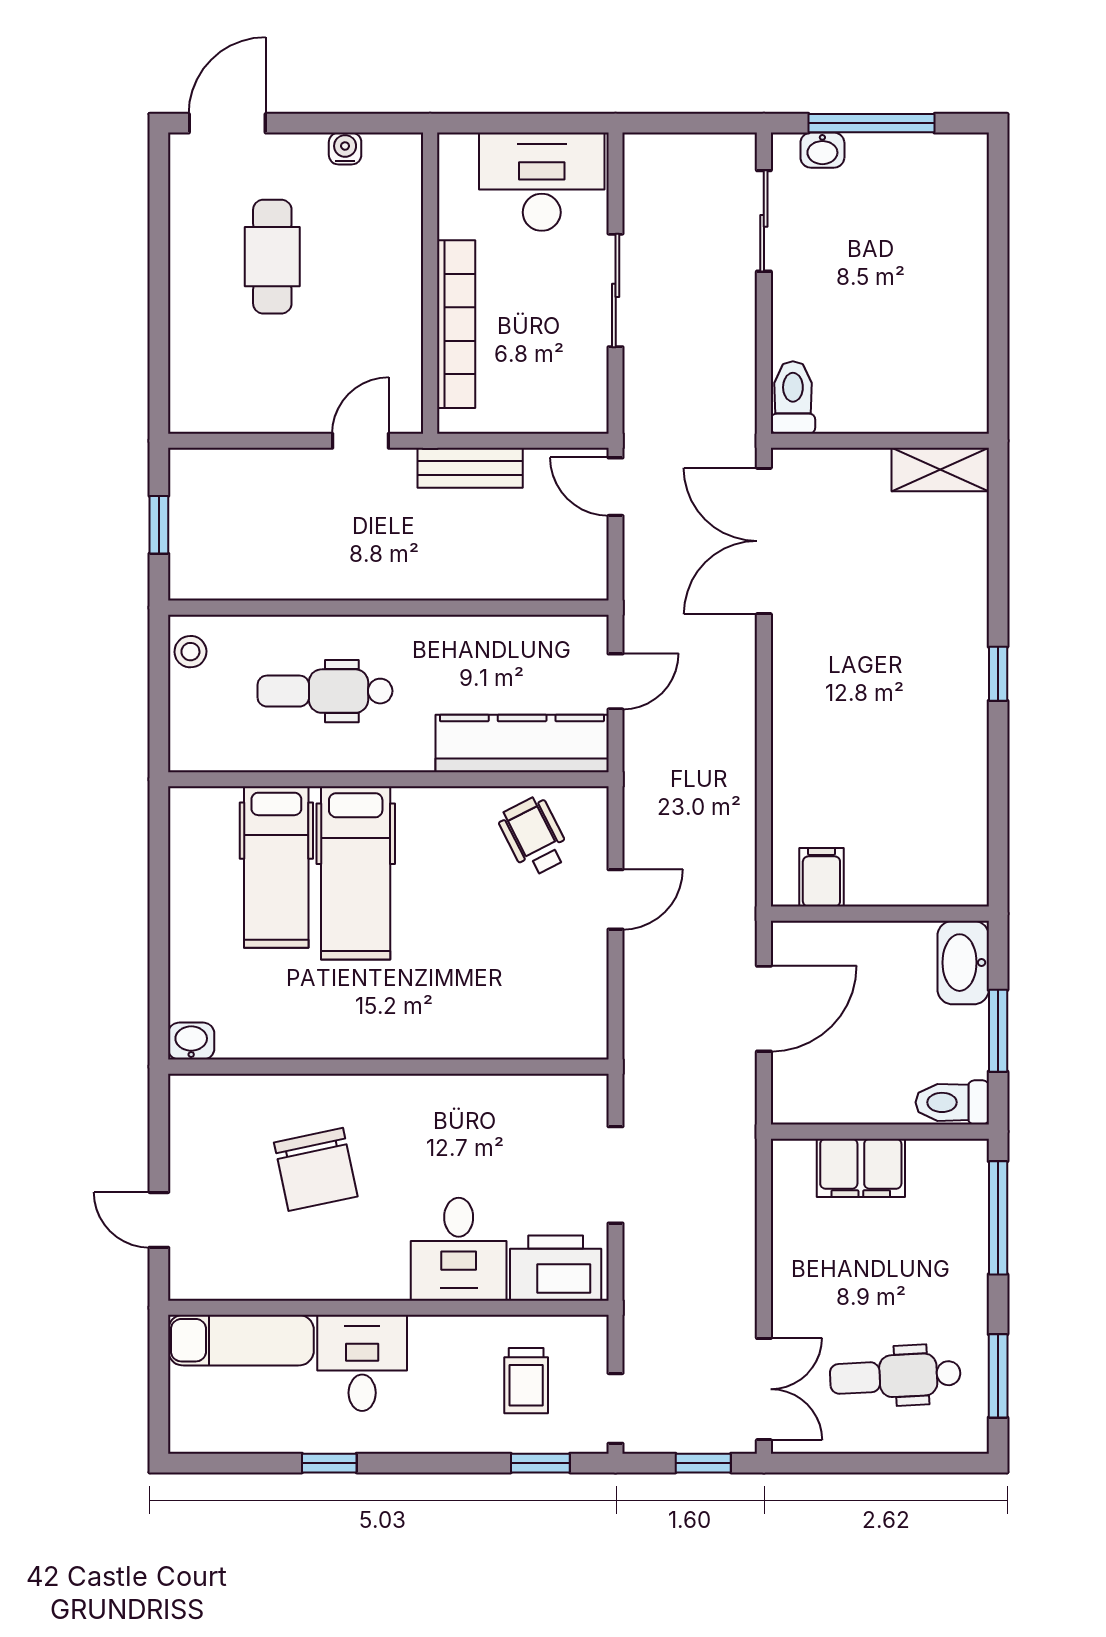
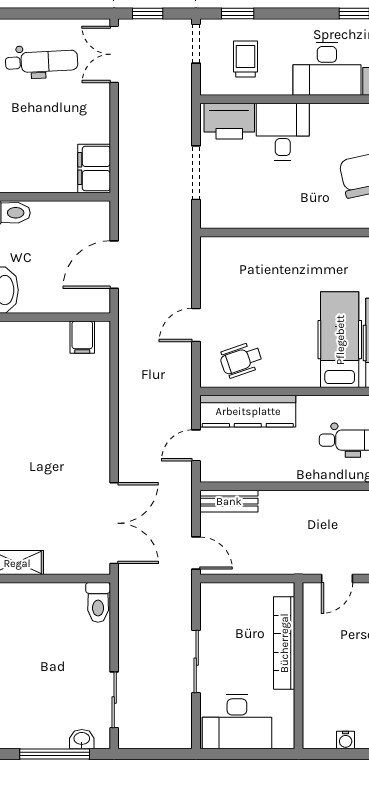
bench: (470, 468) -> (229, 501), moved
wheelchair: (534, 836) -> (241, 360), turned 98
filing cabinet: (861, 1168) -> (94, 169), moved, turned -90
desk: (362, 1363) -> (327, 69), width x1.37

